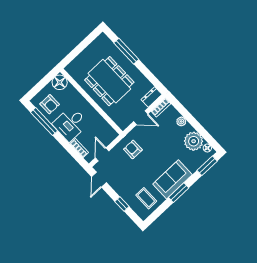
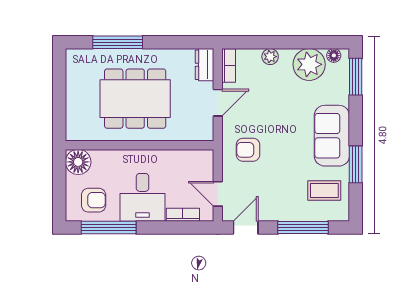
door: (99, 180) -> (246, 227), swing flipped
window: (179, 193) -> (356, 164), moved
window: (122, 204) -> (303, 227), width x2.17

